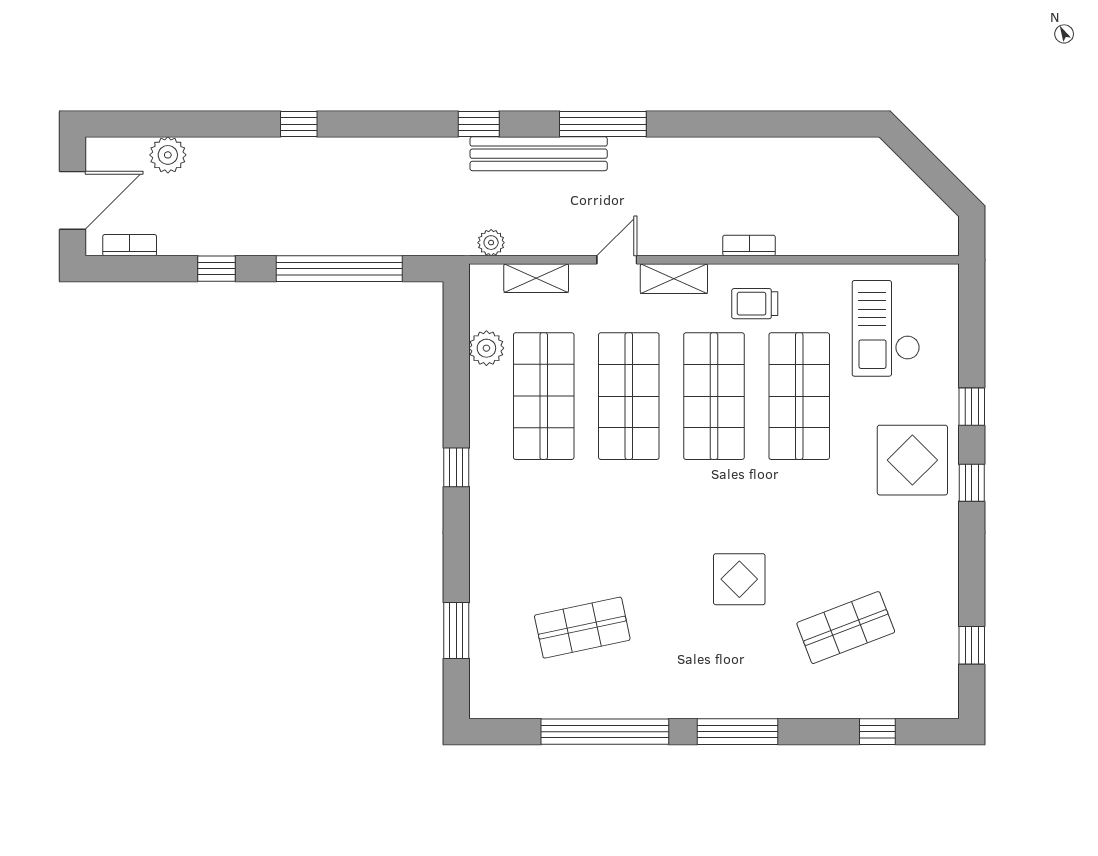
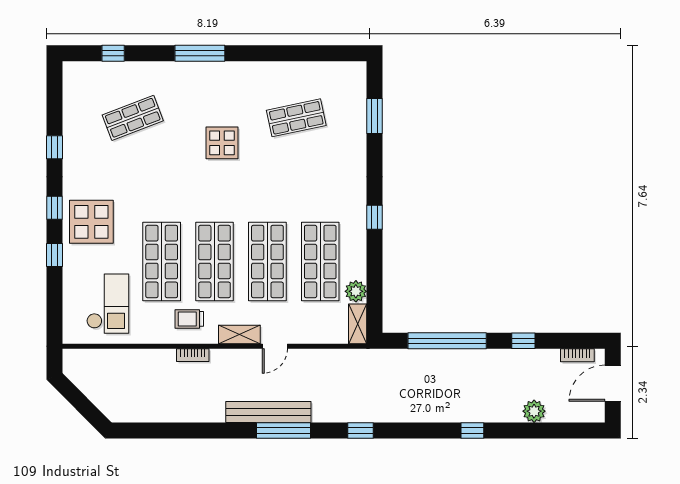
bench: (539, 154) -> (268, 412), moved
plant: (168, 155) -> (534, 411), moved
plant: (491, 243) -> (353, 357), removed
shelving: (536, 278) -> (358, 324), moved, turned 90
trolley: (755, 304) -> (189, 319), turned 180
display table: (739, 579) -> (222, 143), moved
window: (972, 645) -> (54, 147), moved
window: (605, 732) -> (282, 53), removed

